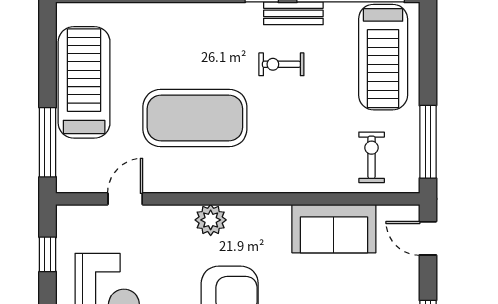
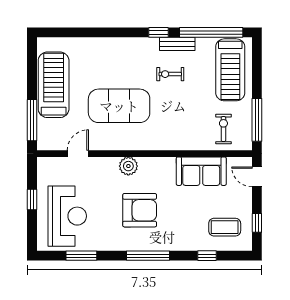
window: (48, 254) -> (32, 199), moved

